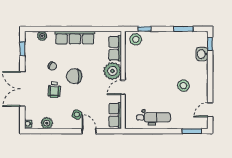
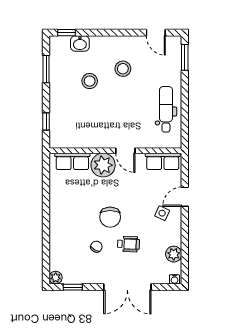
plant: (42, 36) -> (56, 278), moved
row of seats: (75, 38) -> (58, 216), removed
stool: (136, 39) -> (90, 81), moved

